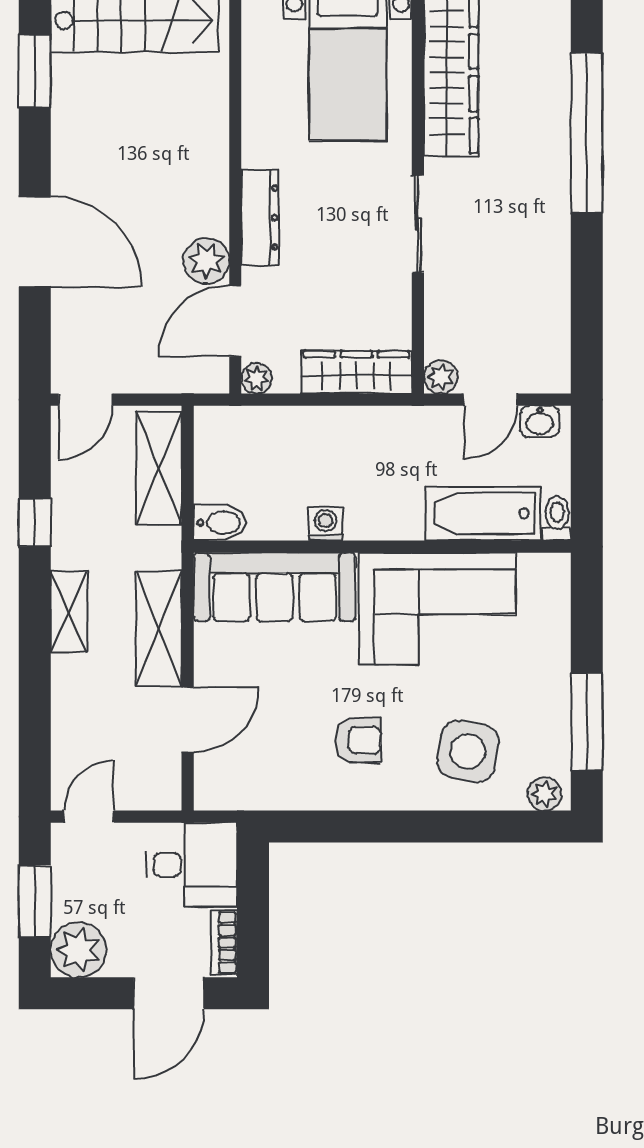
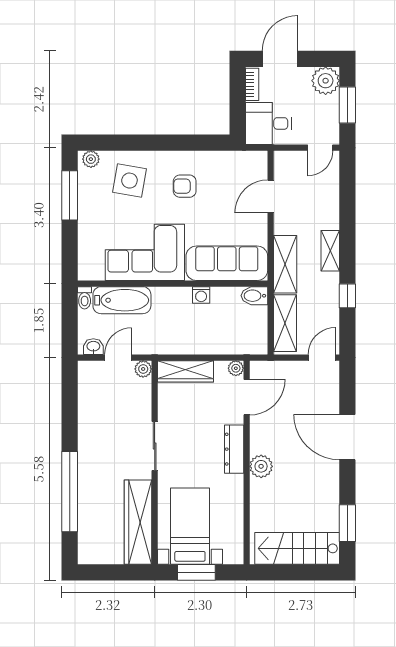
plant: (206, 261) -> (261, 466), moved
shelving: (159, 629) -> (285, 264), moved

